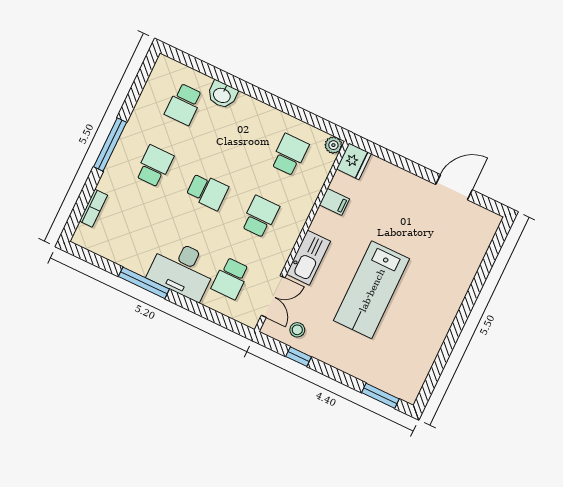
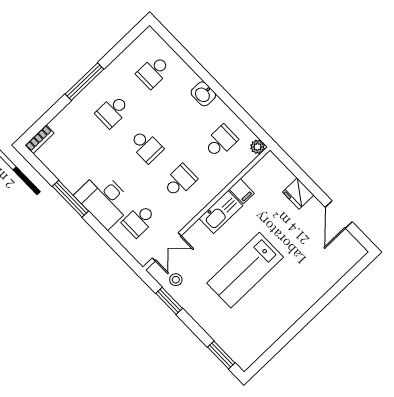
washbasin: (222, 95) -> (203, 94), moved
fridge: (354, 161) -> (298, 194), moved, turned 90
school desk: (154, 166) -> (112, 111), turned 180
door: (454, 187) -> (339, 215), swing flipped
bookcase: (93, 208) -> (39, 139), moved
kitchen sink: (308, 258) -> (221, 212), moved
window: (299, 357) -> (169, 301), width x1.50

